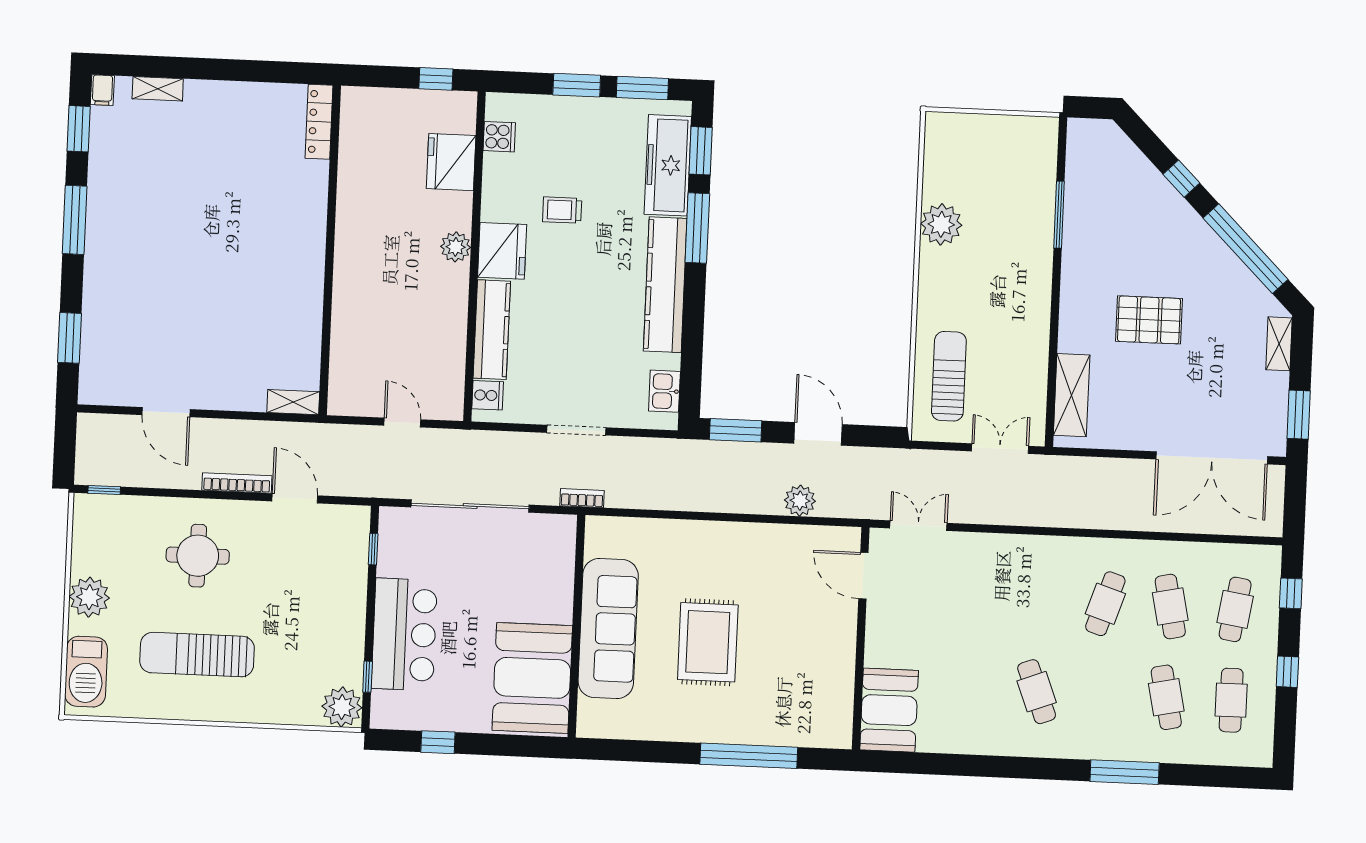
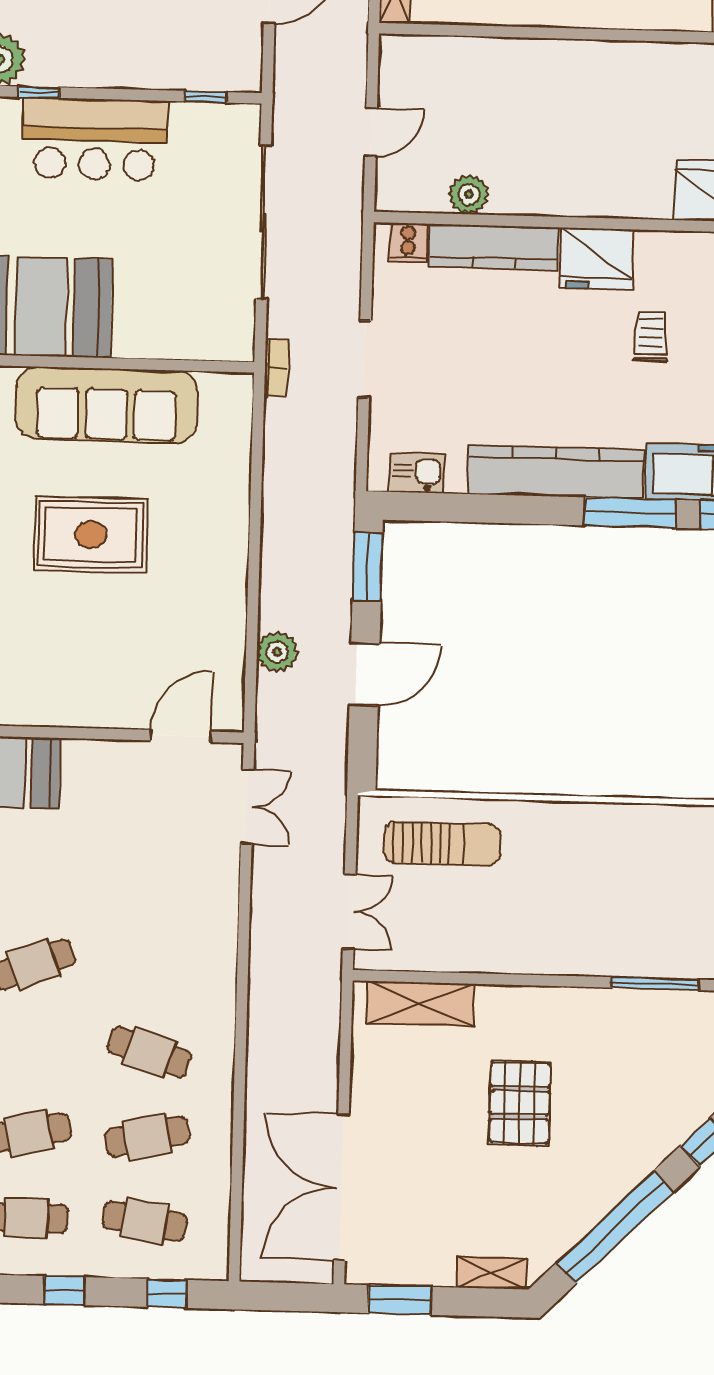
plant: (941, 224) -> (640, 830), removed
plant: (456, 247) -> (469, 194), moved

